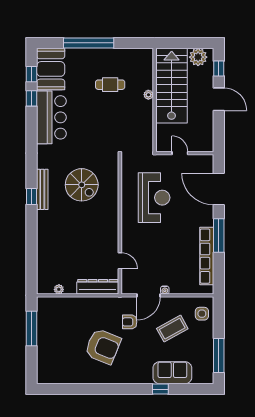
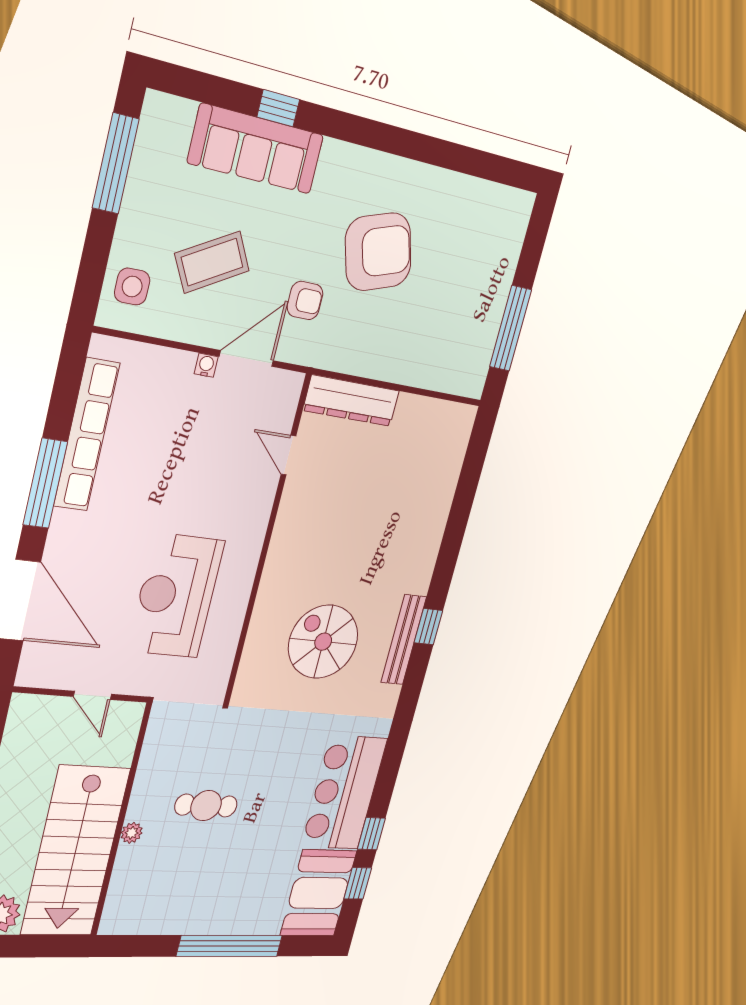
cafe table: (110, 85) -> (206, 806), moved
plant: (59, 289) -> (432, 409), removed
armchair: (103, 346) -> (378, 252), turned 140
sofa: (172, 373) -> (256, 149), width x1.36

